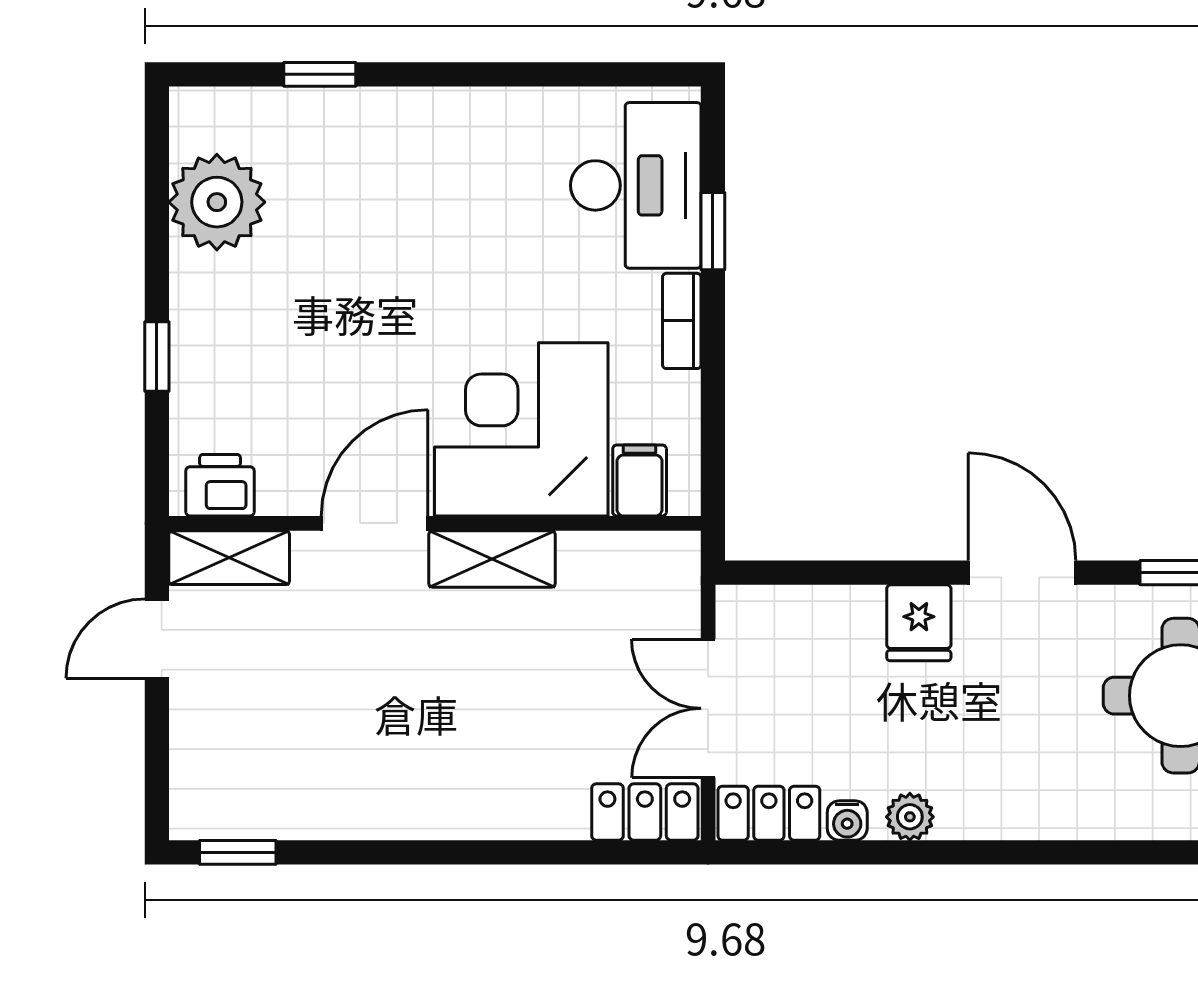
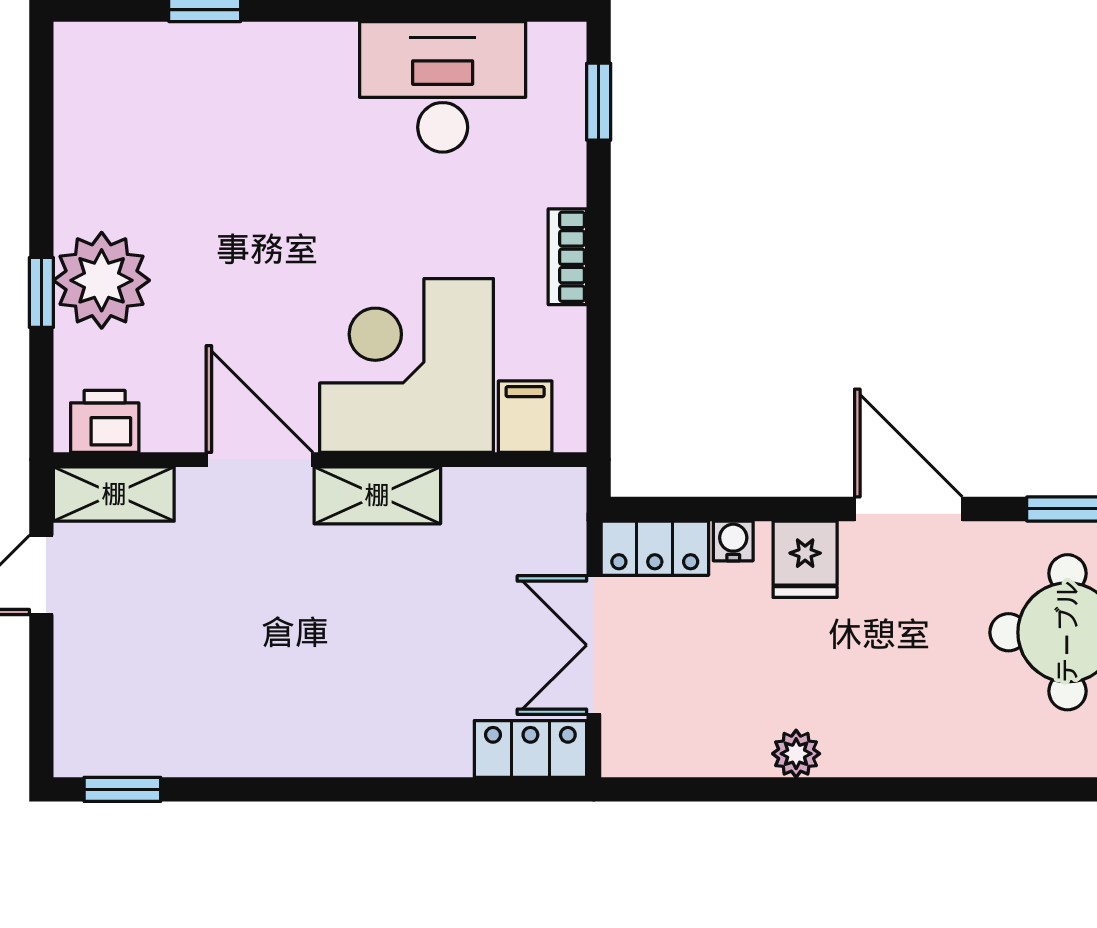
desk: (636, 185) -> (443, 87), moved, turned -90
plant: (217, 202) -> (102, 280), moved
window: (713, 231) -> (599, 102), moved
door: (375, 523) -> (260, 460), hinge flipped
locker: (769, 813) -> (655, 548), moved, turned 180
water cooler: (847, 821) -> (733, 541), moved, turned 180

